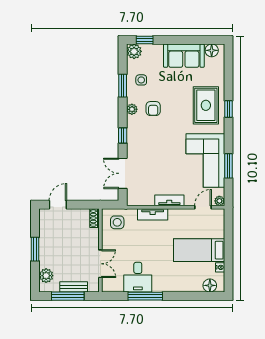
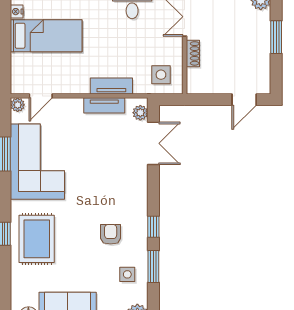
plant: (132, 109) -> (140, 113), moved
window: (123, 136) -> (153, 227), moved
tv unit: (169, 200) -> (104, 105), moved
shoe rack: (94, 218) -> (193, 53), moved

